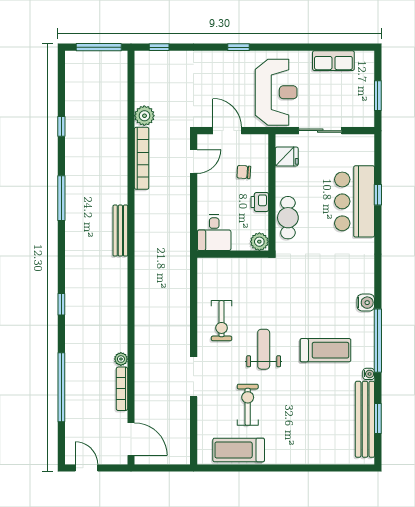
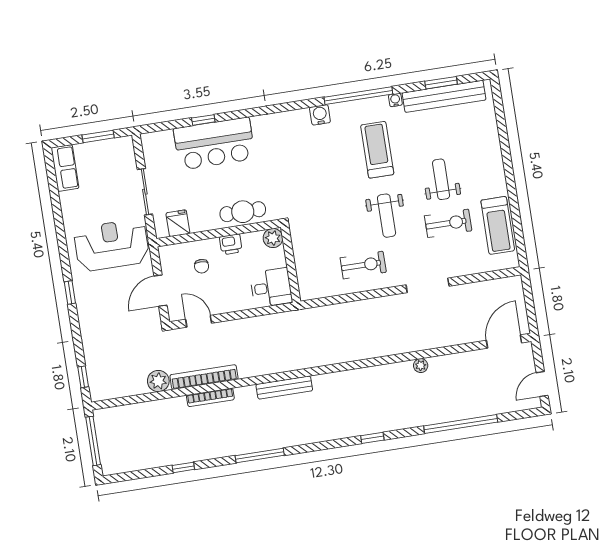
row of seats: (333, 61) -> (65, 168), moved
weight bench: (264, 349) -> (387, 216), turned -90
bookcase: (122, 389) -> (210, 397), moved
exercise bike: (248, 405) -> (448, 223), turned 180
weight bench: (289, 405) -> (441, 179), added

